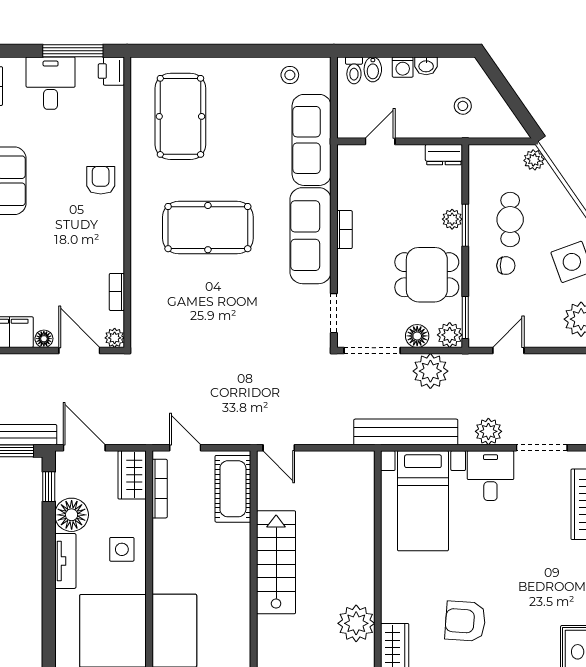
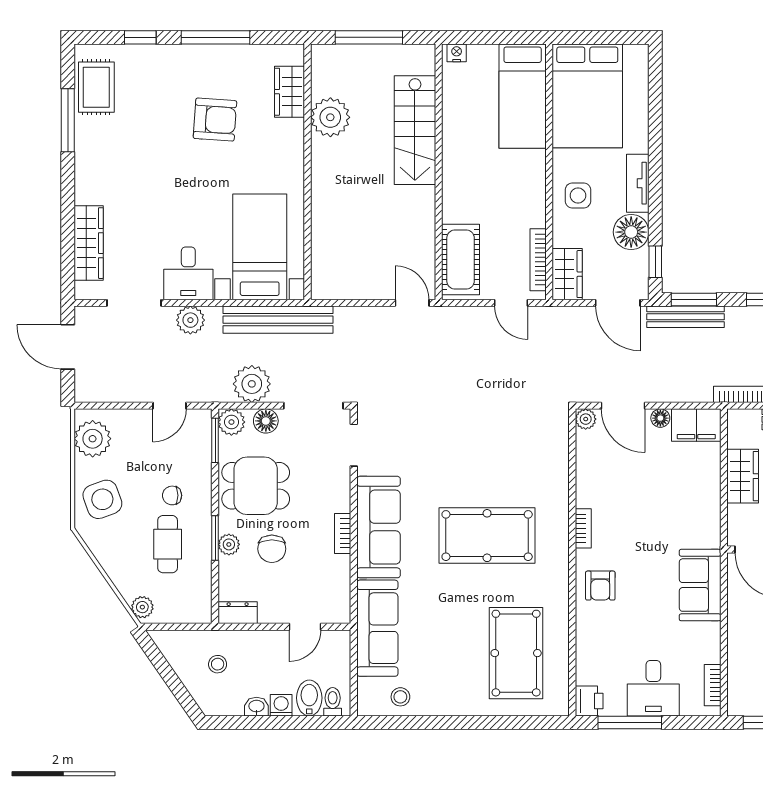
bidet: (373, 69) -> (309, 698), width x1.38, depth x1.36
chair: (411, 215) -> (272, 549), added
bookcase: (117, 292) -> (583, 528), moved
stairs: (276, 562) -> (415, 130), moved

